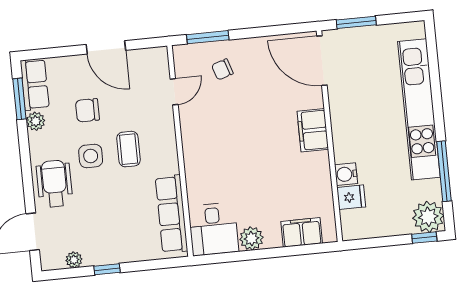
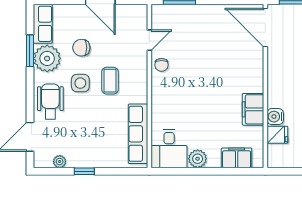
chair: (222, 69) -> (162, 65), moved, turned -72
window: (19, 99) -> (30, 51), moved
plant: (36, 121) -> (47, 58), width x1.88, depth x1.88
filing cabinet: (313, 130) -> (253, 109), moved

